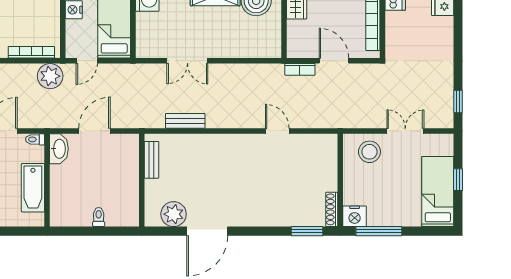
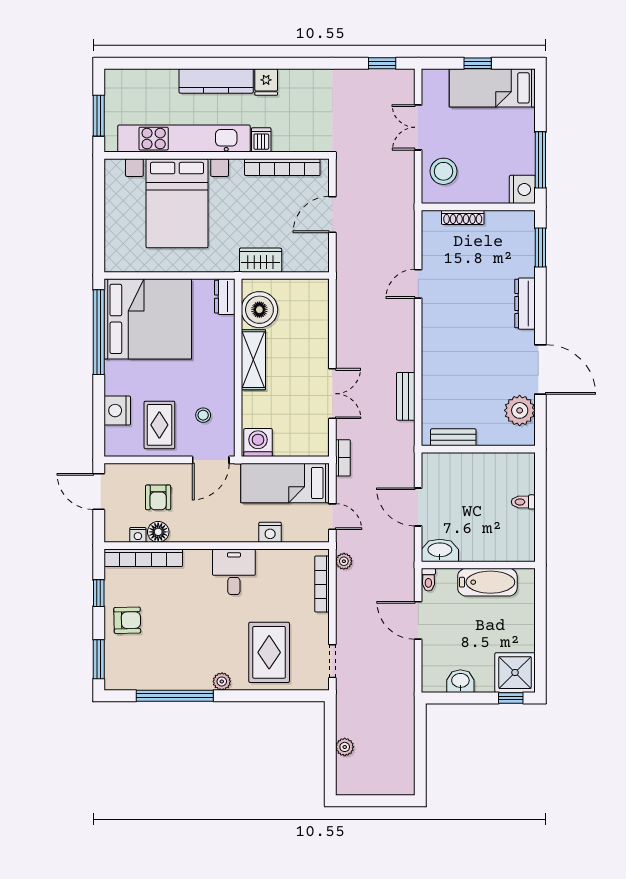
bookcase: (300, 69) -> (343, 458), moved
plant: (50, 76) -> (344, 561), width x0.53, depth x0.53
shoe rack: (332, 209) -> (463, 217), moved
dresser: (261, 218) -> (525, 304), added

